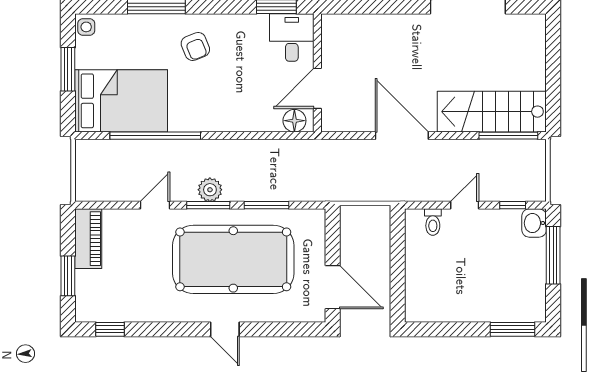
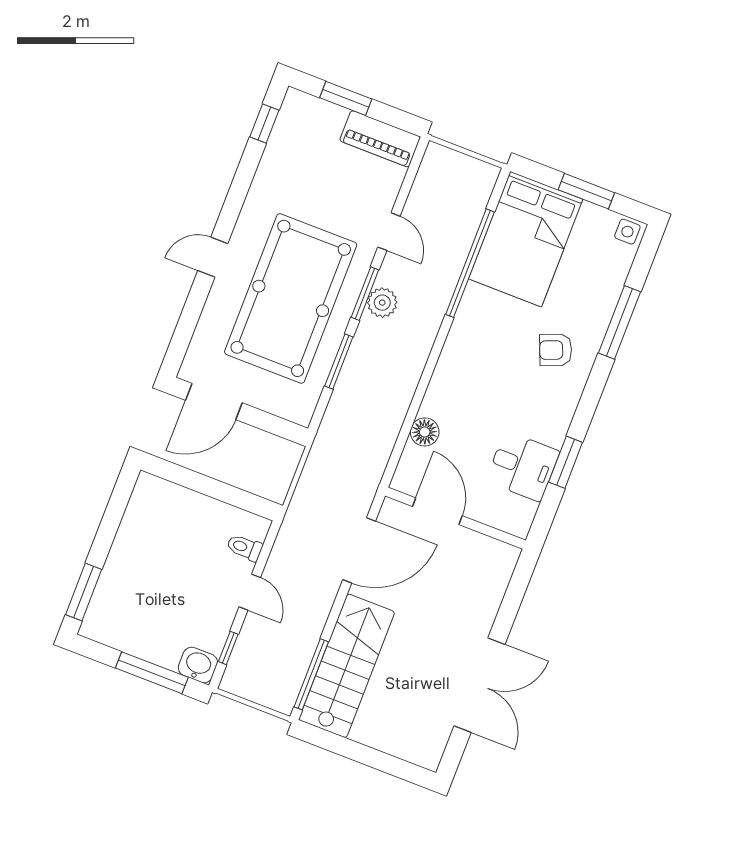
wall: (317, 73) -> (455, 518), moved
door: (317, 88) -> (437, 511), moved

